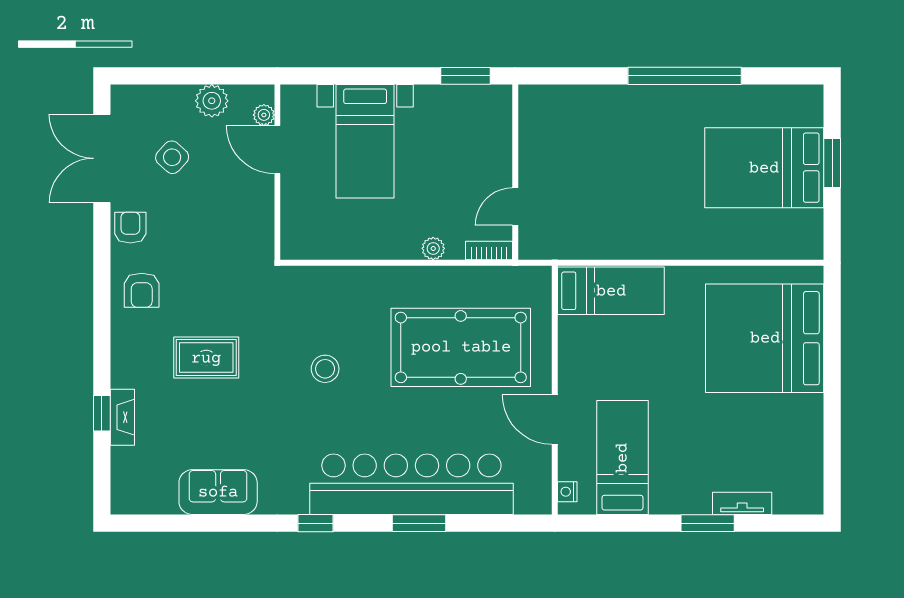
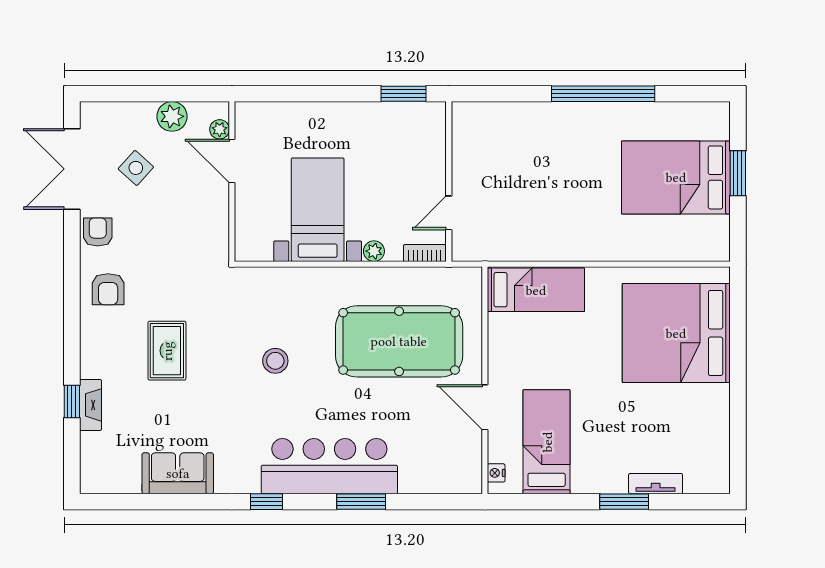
bed with nightstands: (365, 141) -> (318, 210), moved, turned 180
rug: (206, 358) -> (167, 351), turned 90
bar counter: (411, 484) -> (329, 466), width x0.73

